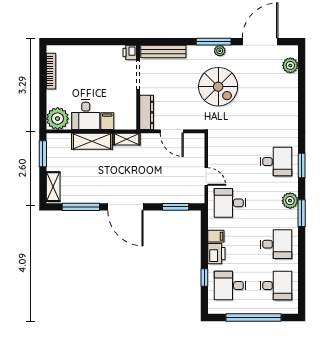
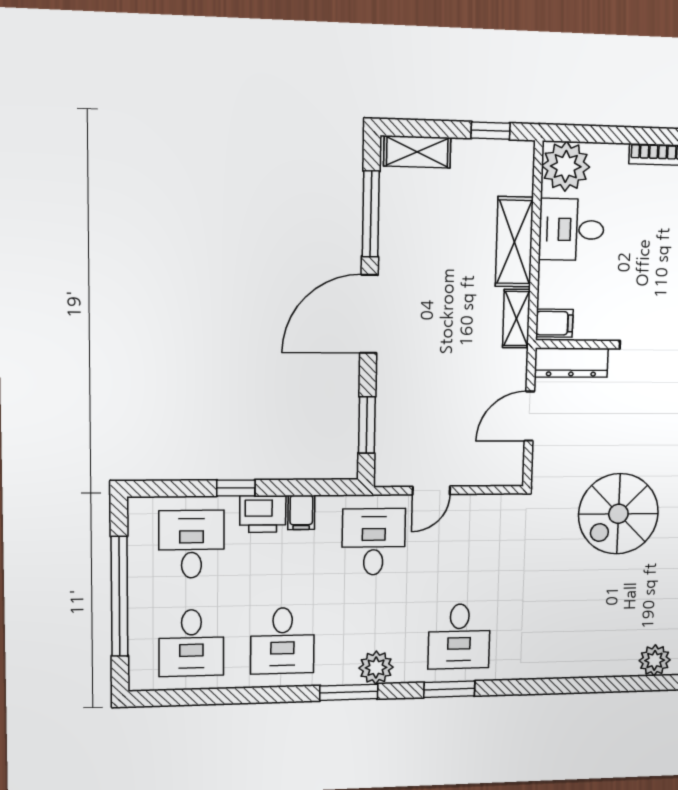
filing cabinet: (107, 121) -> (554, 323), moved
window: (43, 154) -> (491, 131), width x0.67
window: (204, 278) -> (236, 488), moved

